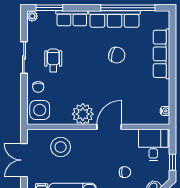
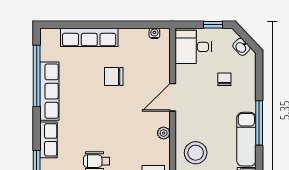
chair: (117, 55) -> (114, 77), moved, turned -104
plant: (83, 114) -> (164, 133), width x0.53, depth x0.53
door: (109, 127) -> (173, 97), hinge flipped

